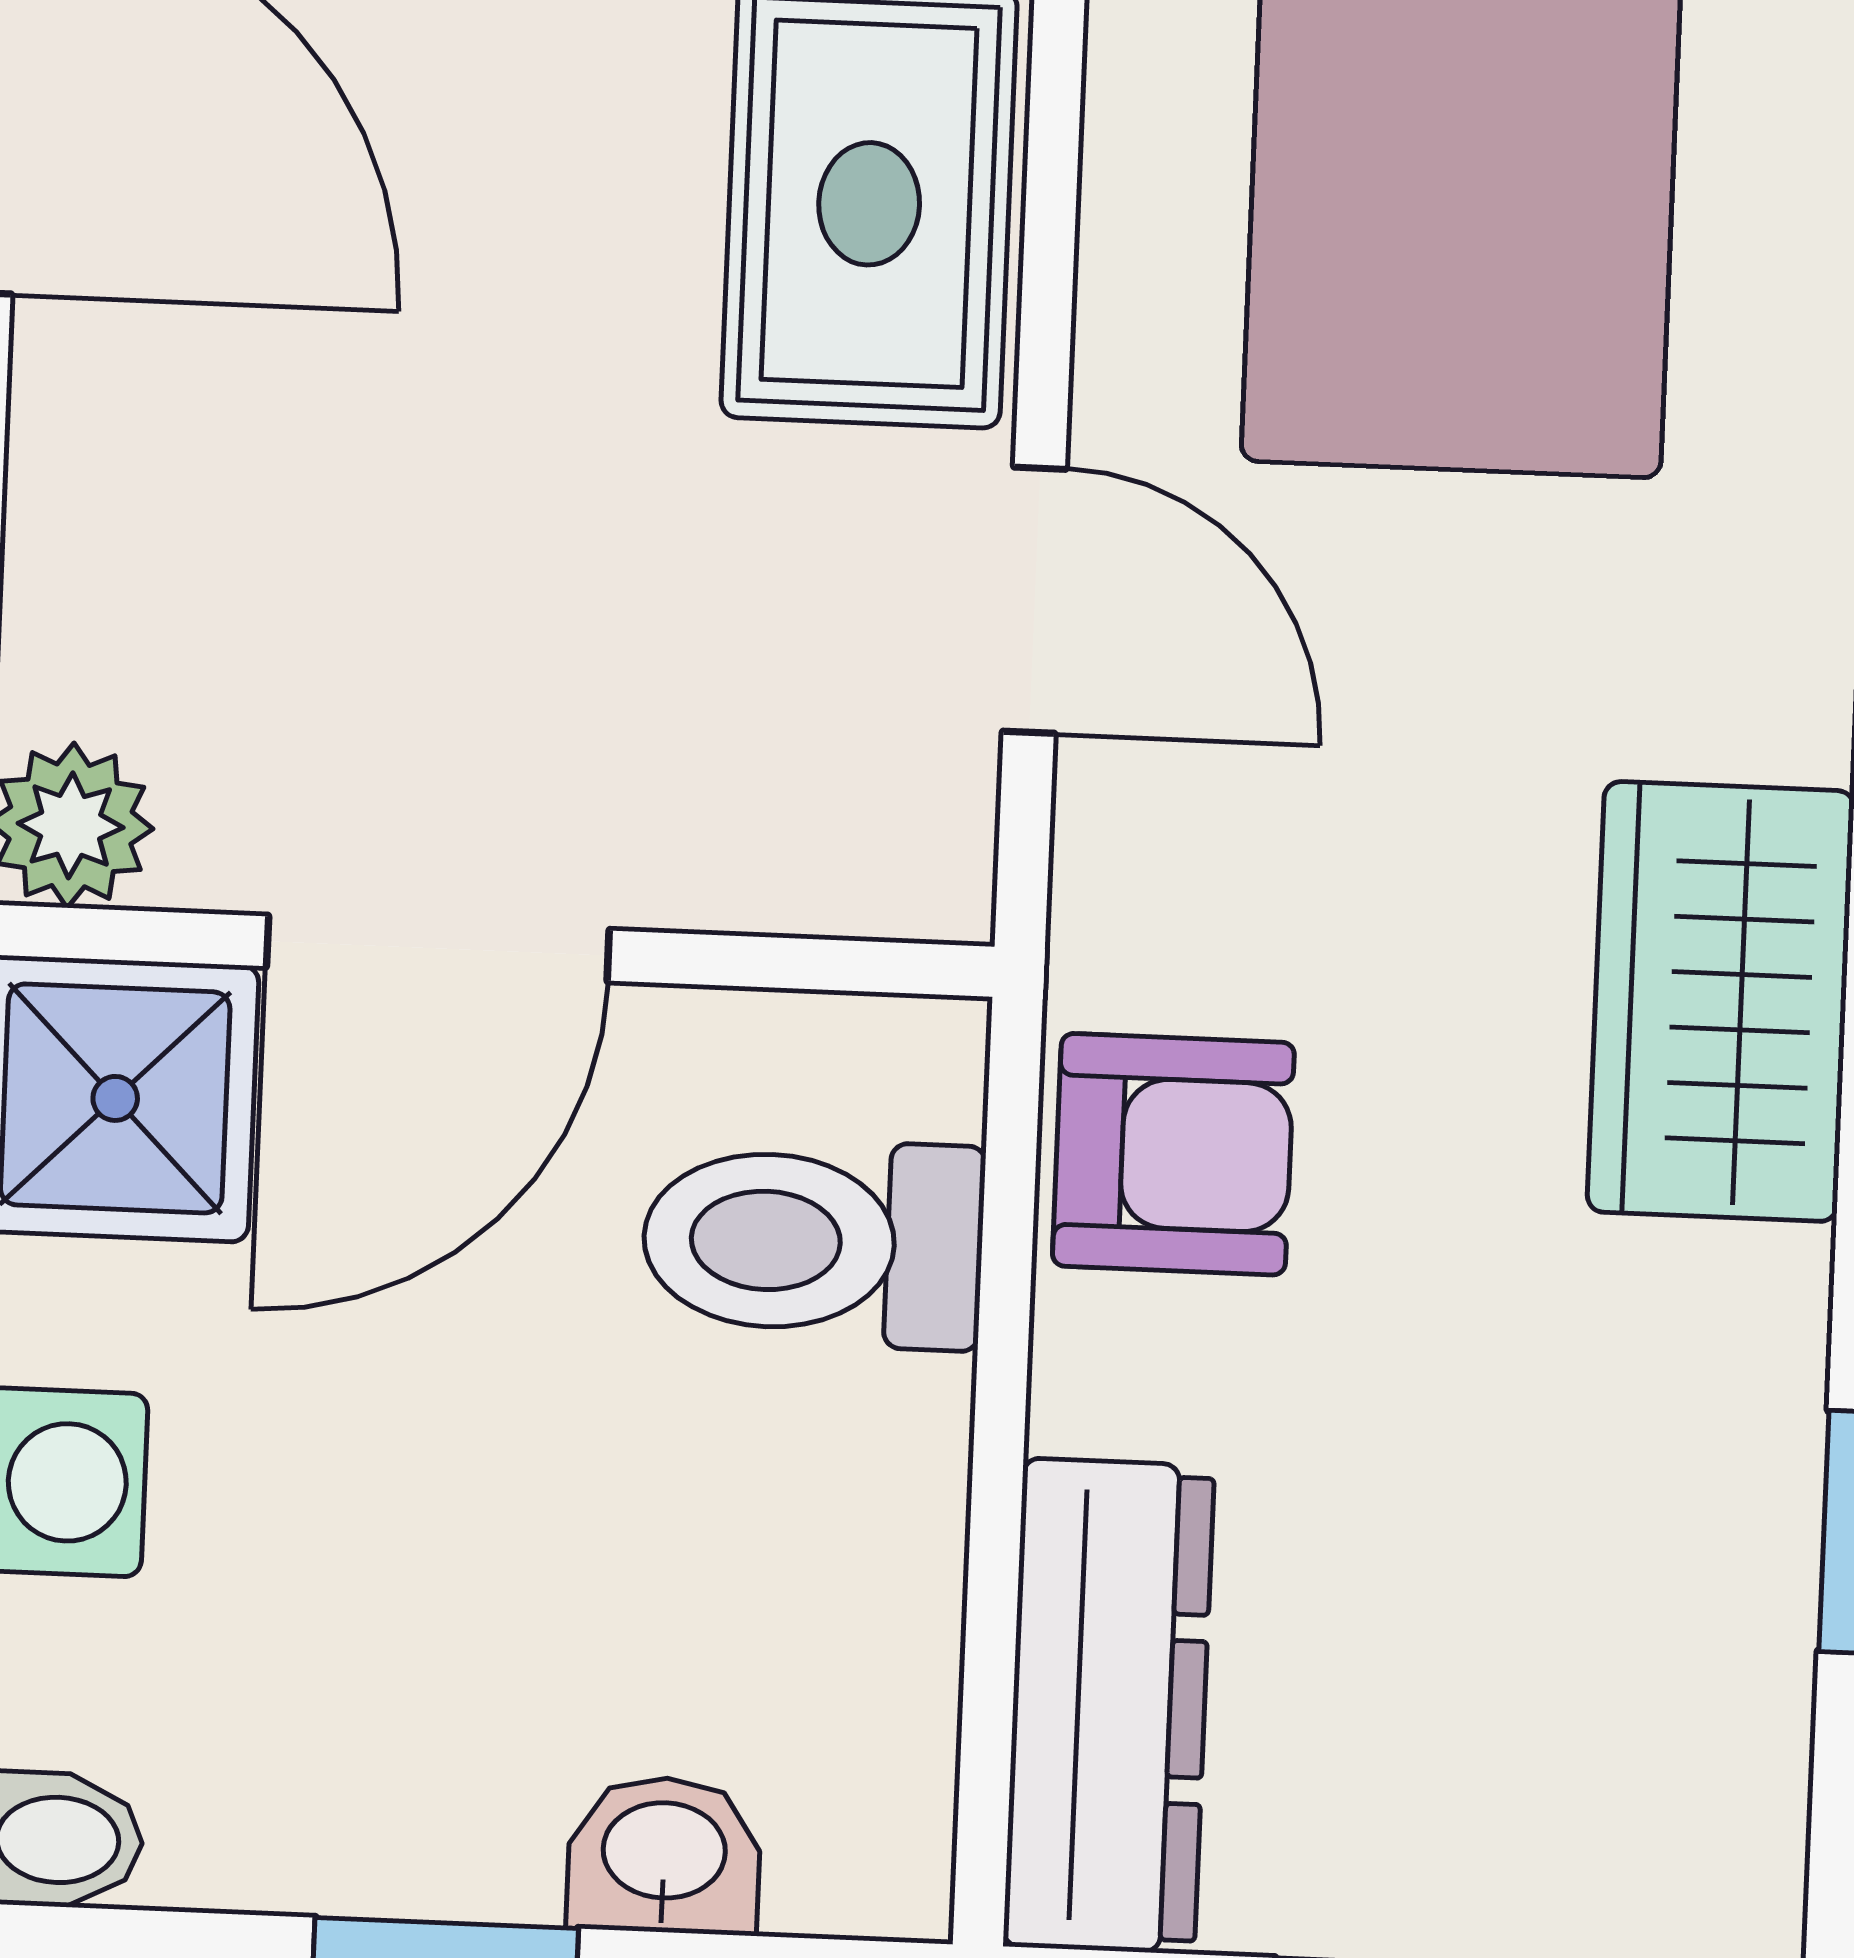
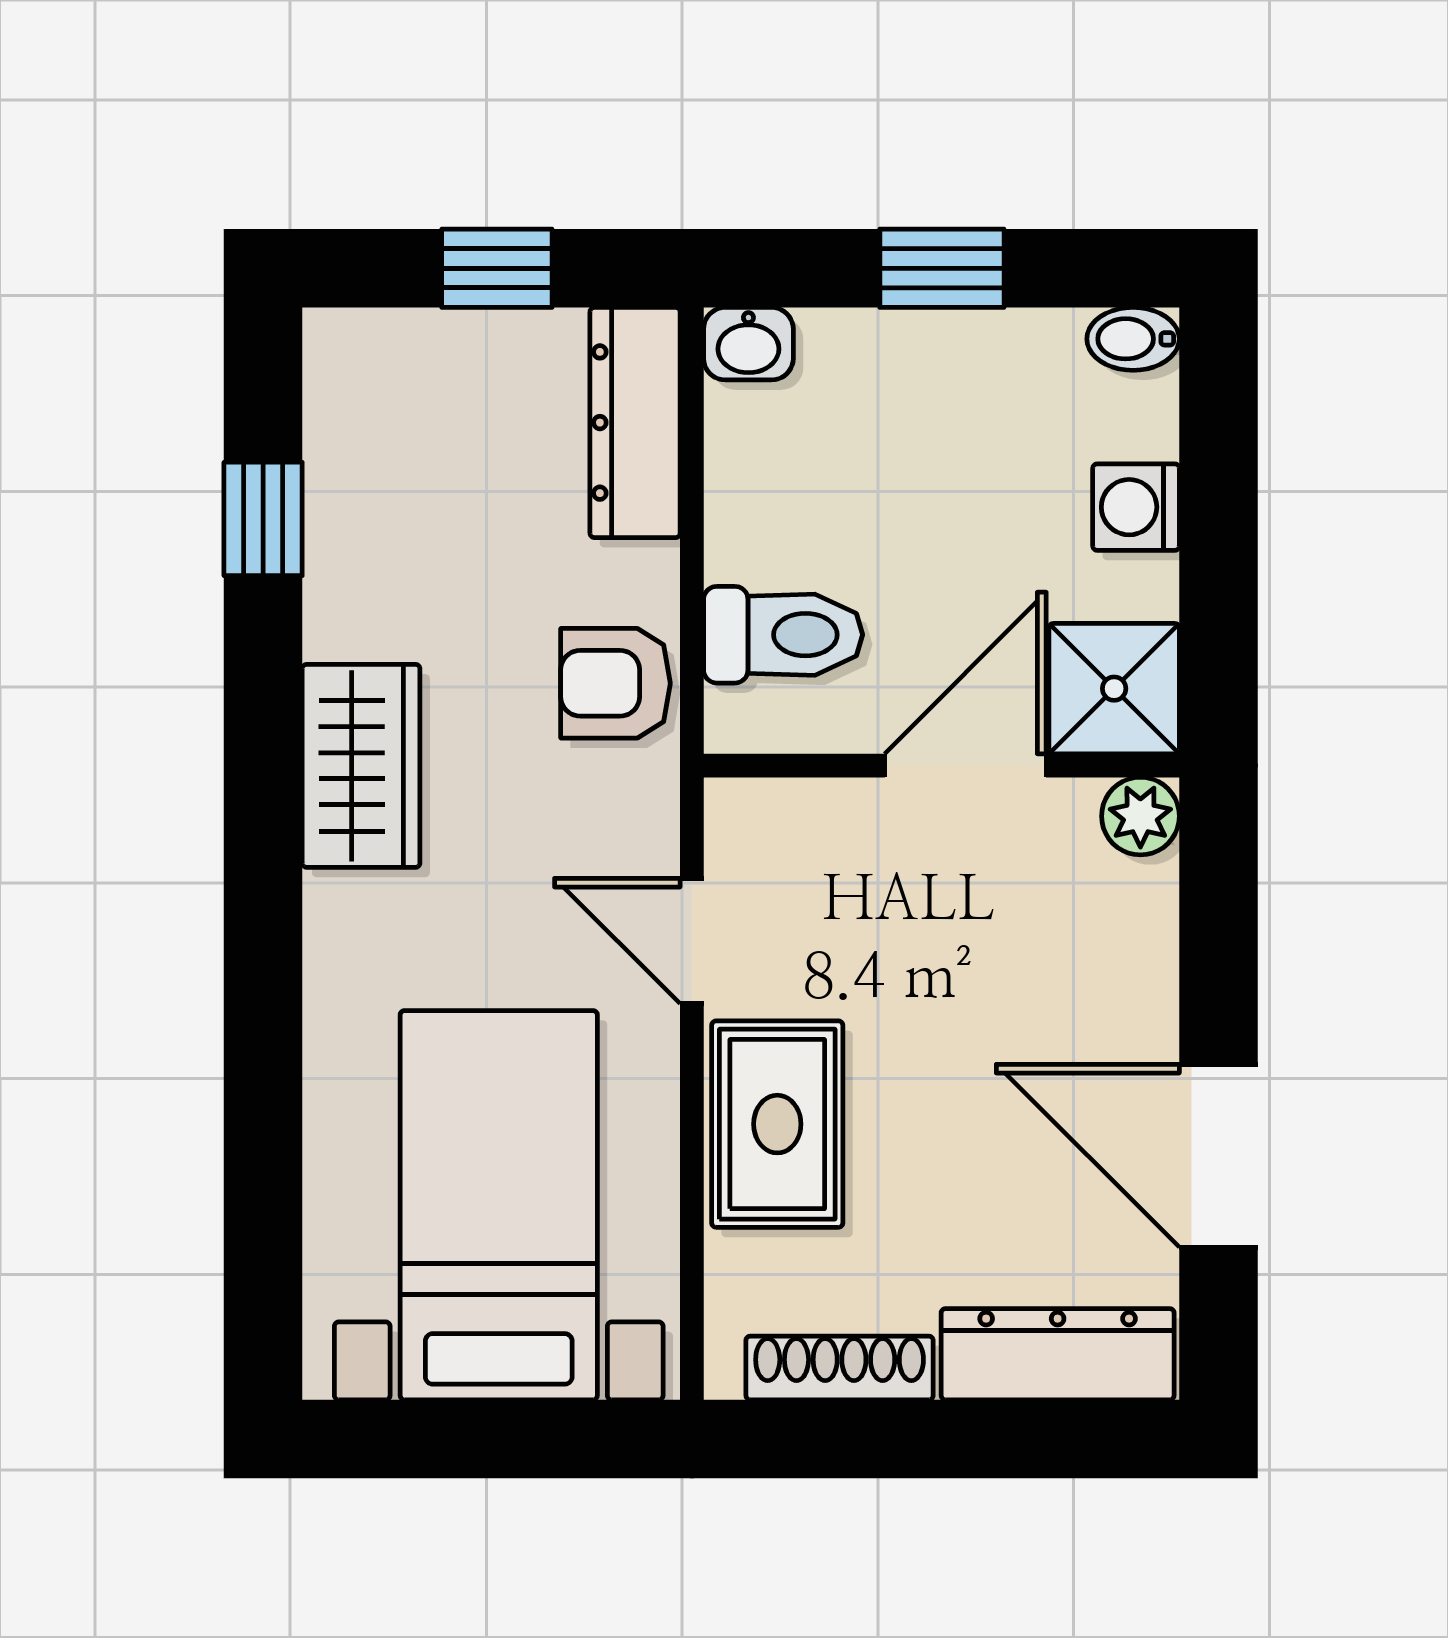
washbasin: (664, 1855) -> (748, 344), moved

